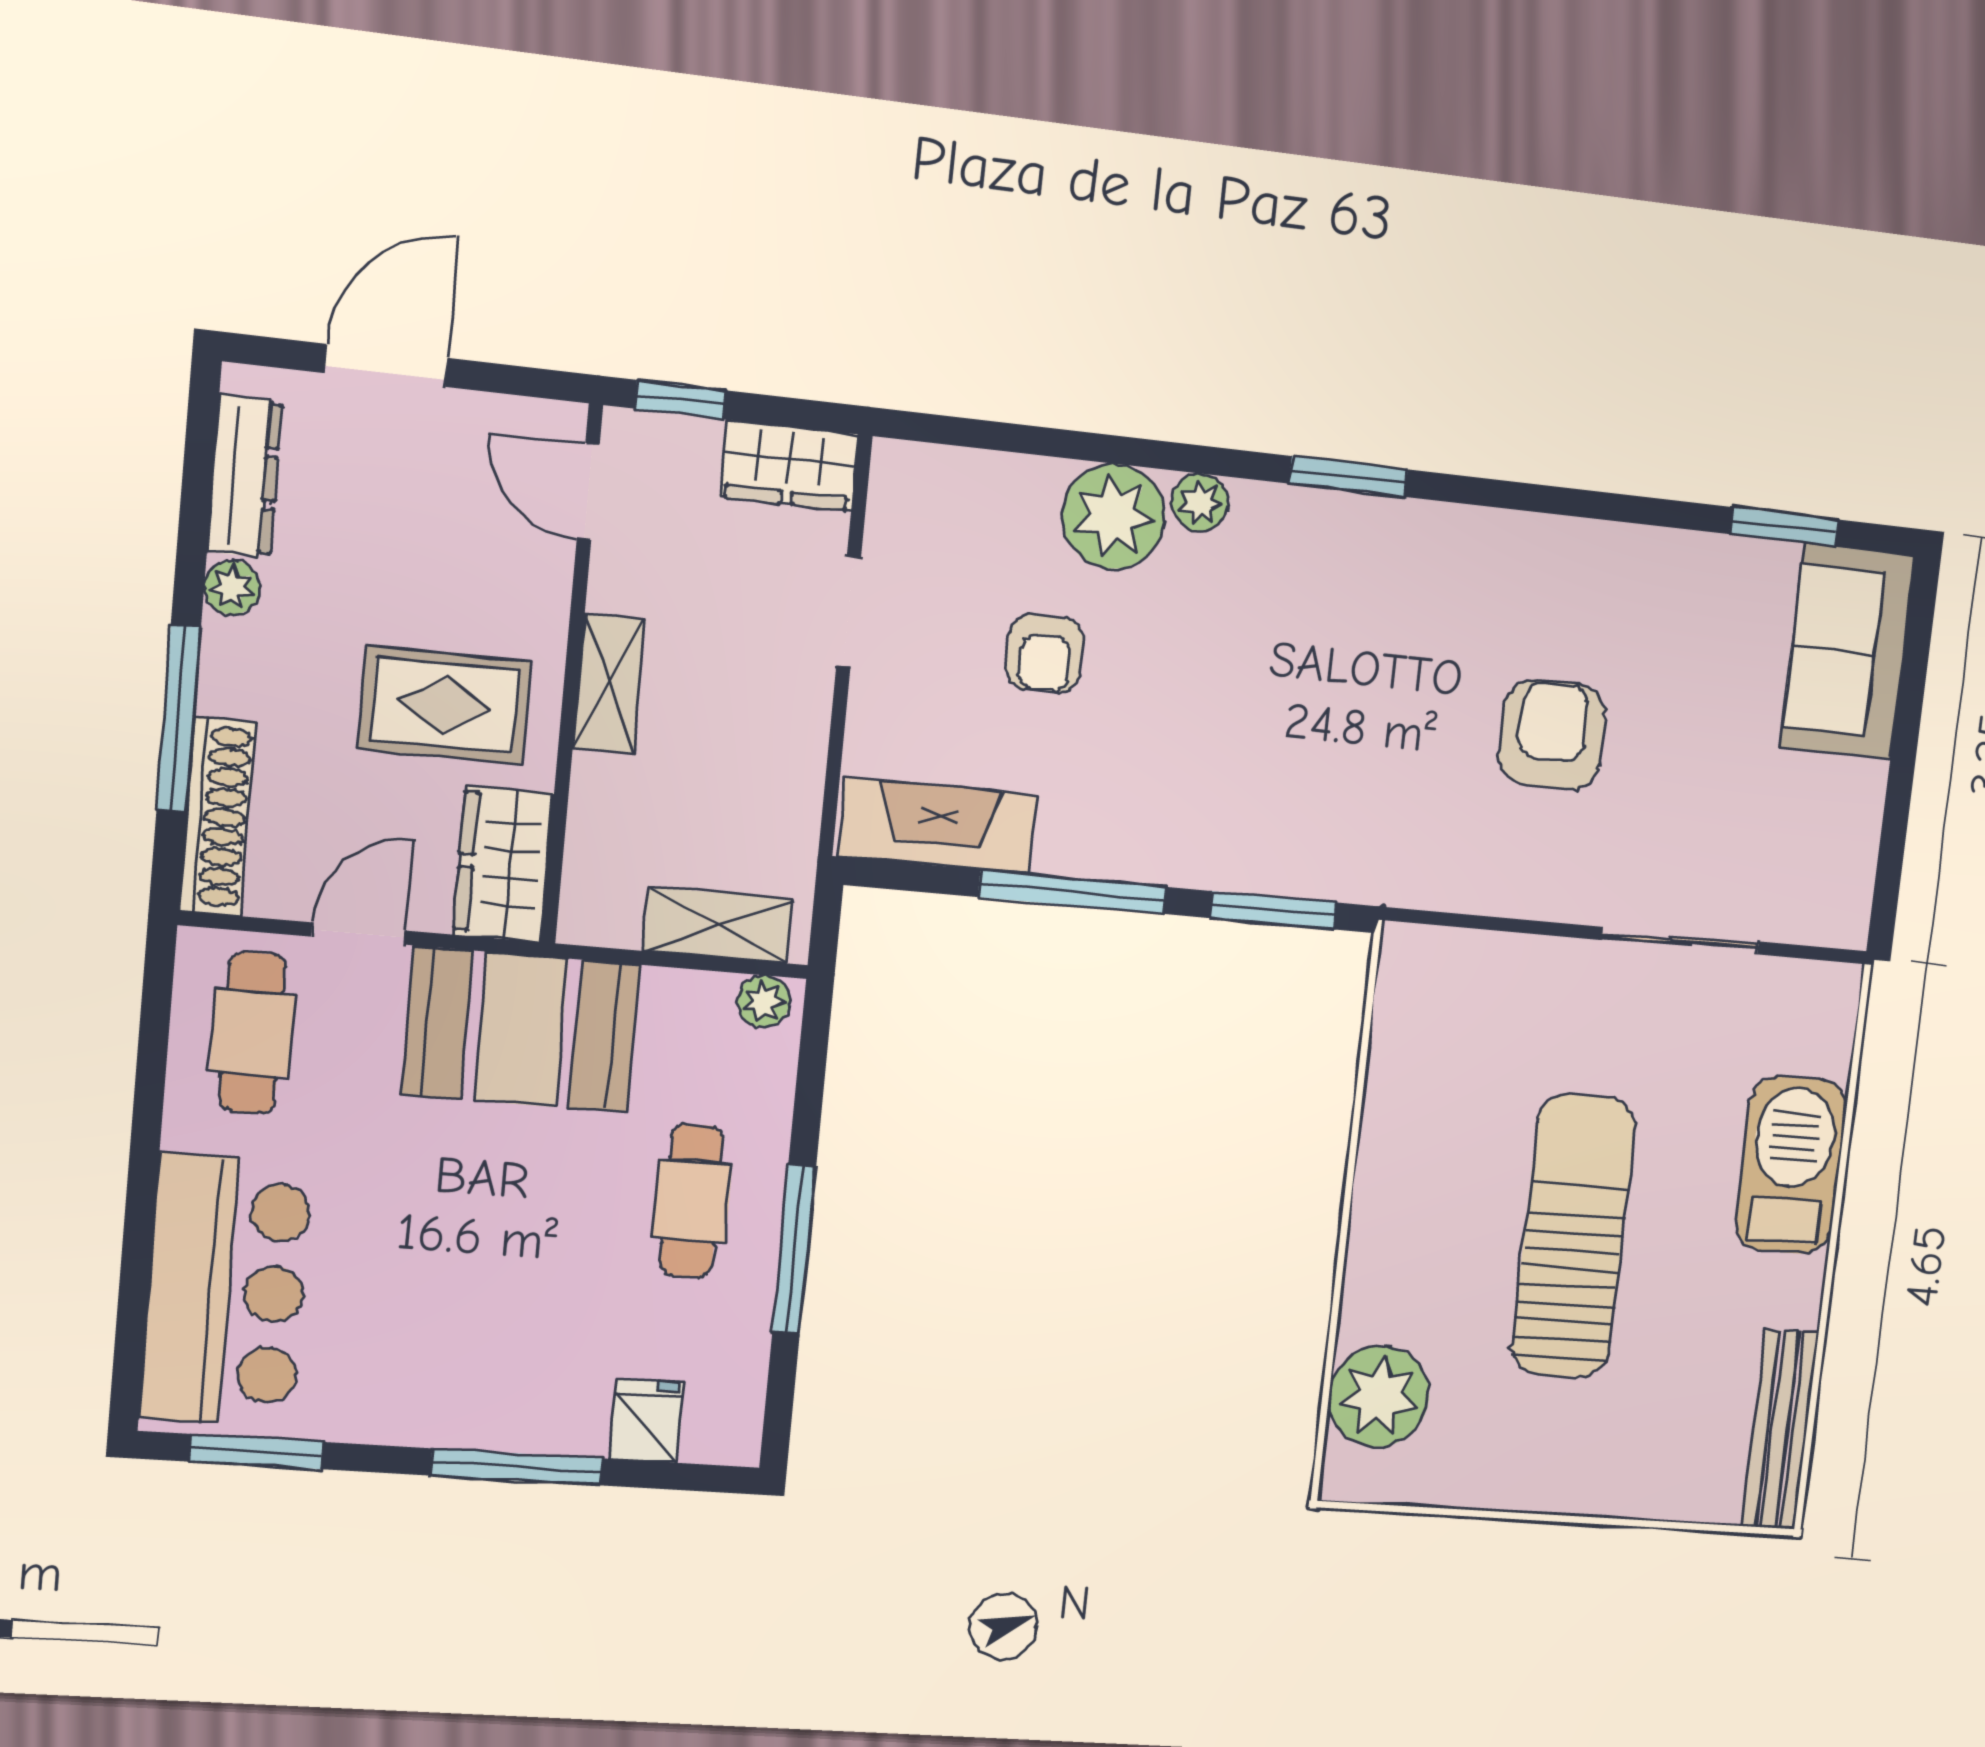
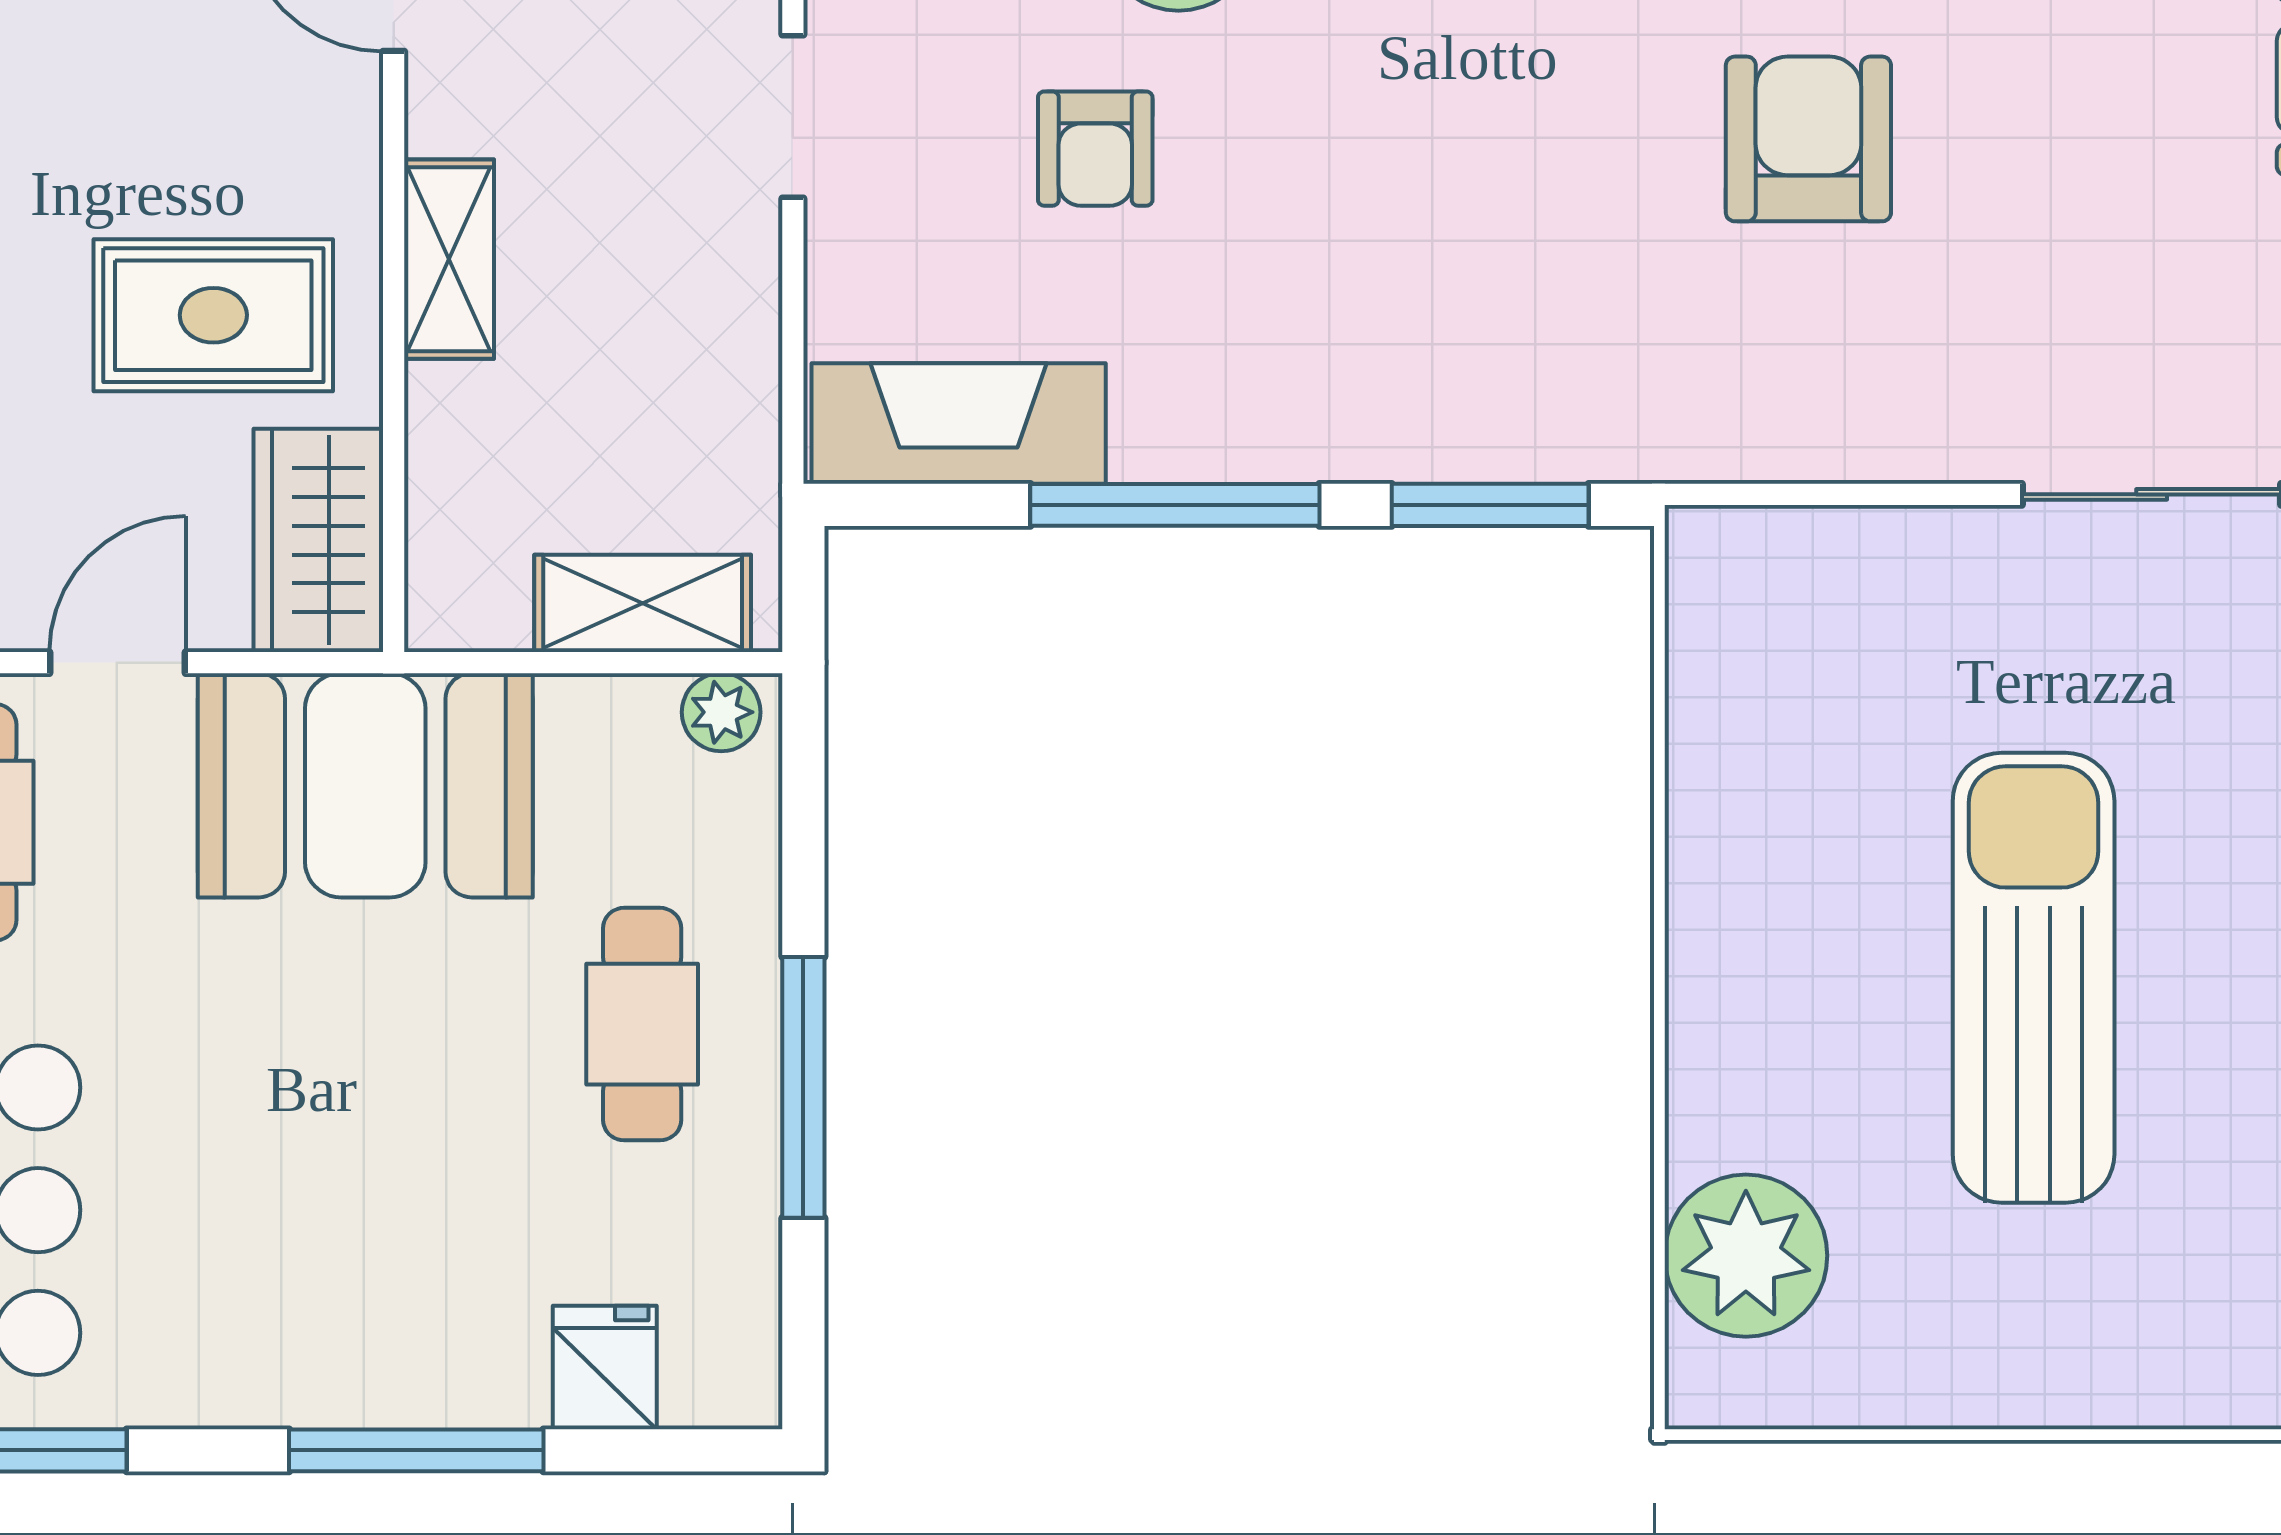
armchair: (1552, 735) -> (1808, 139), moved

